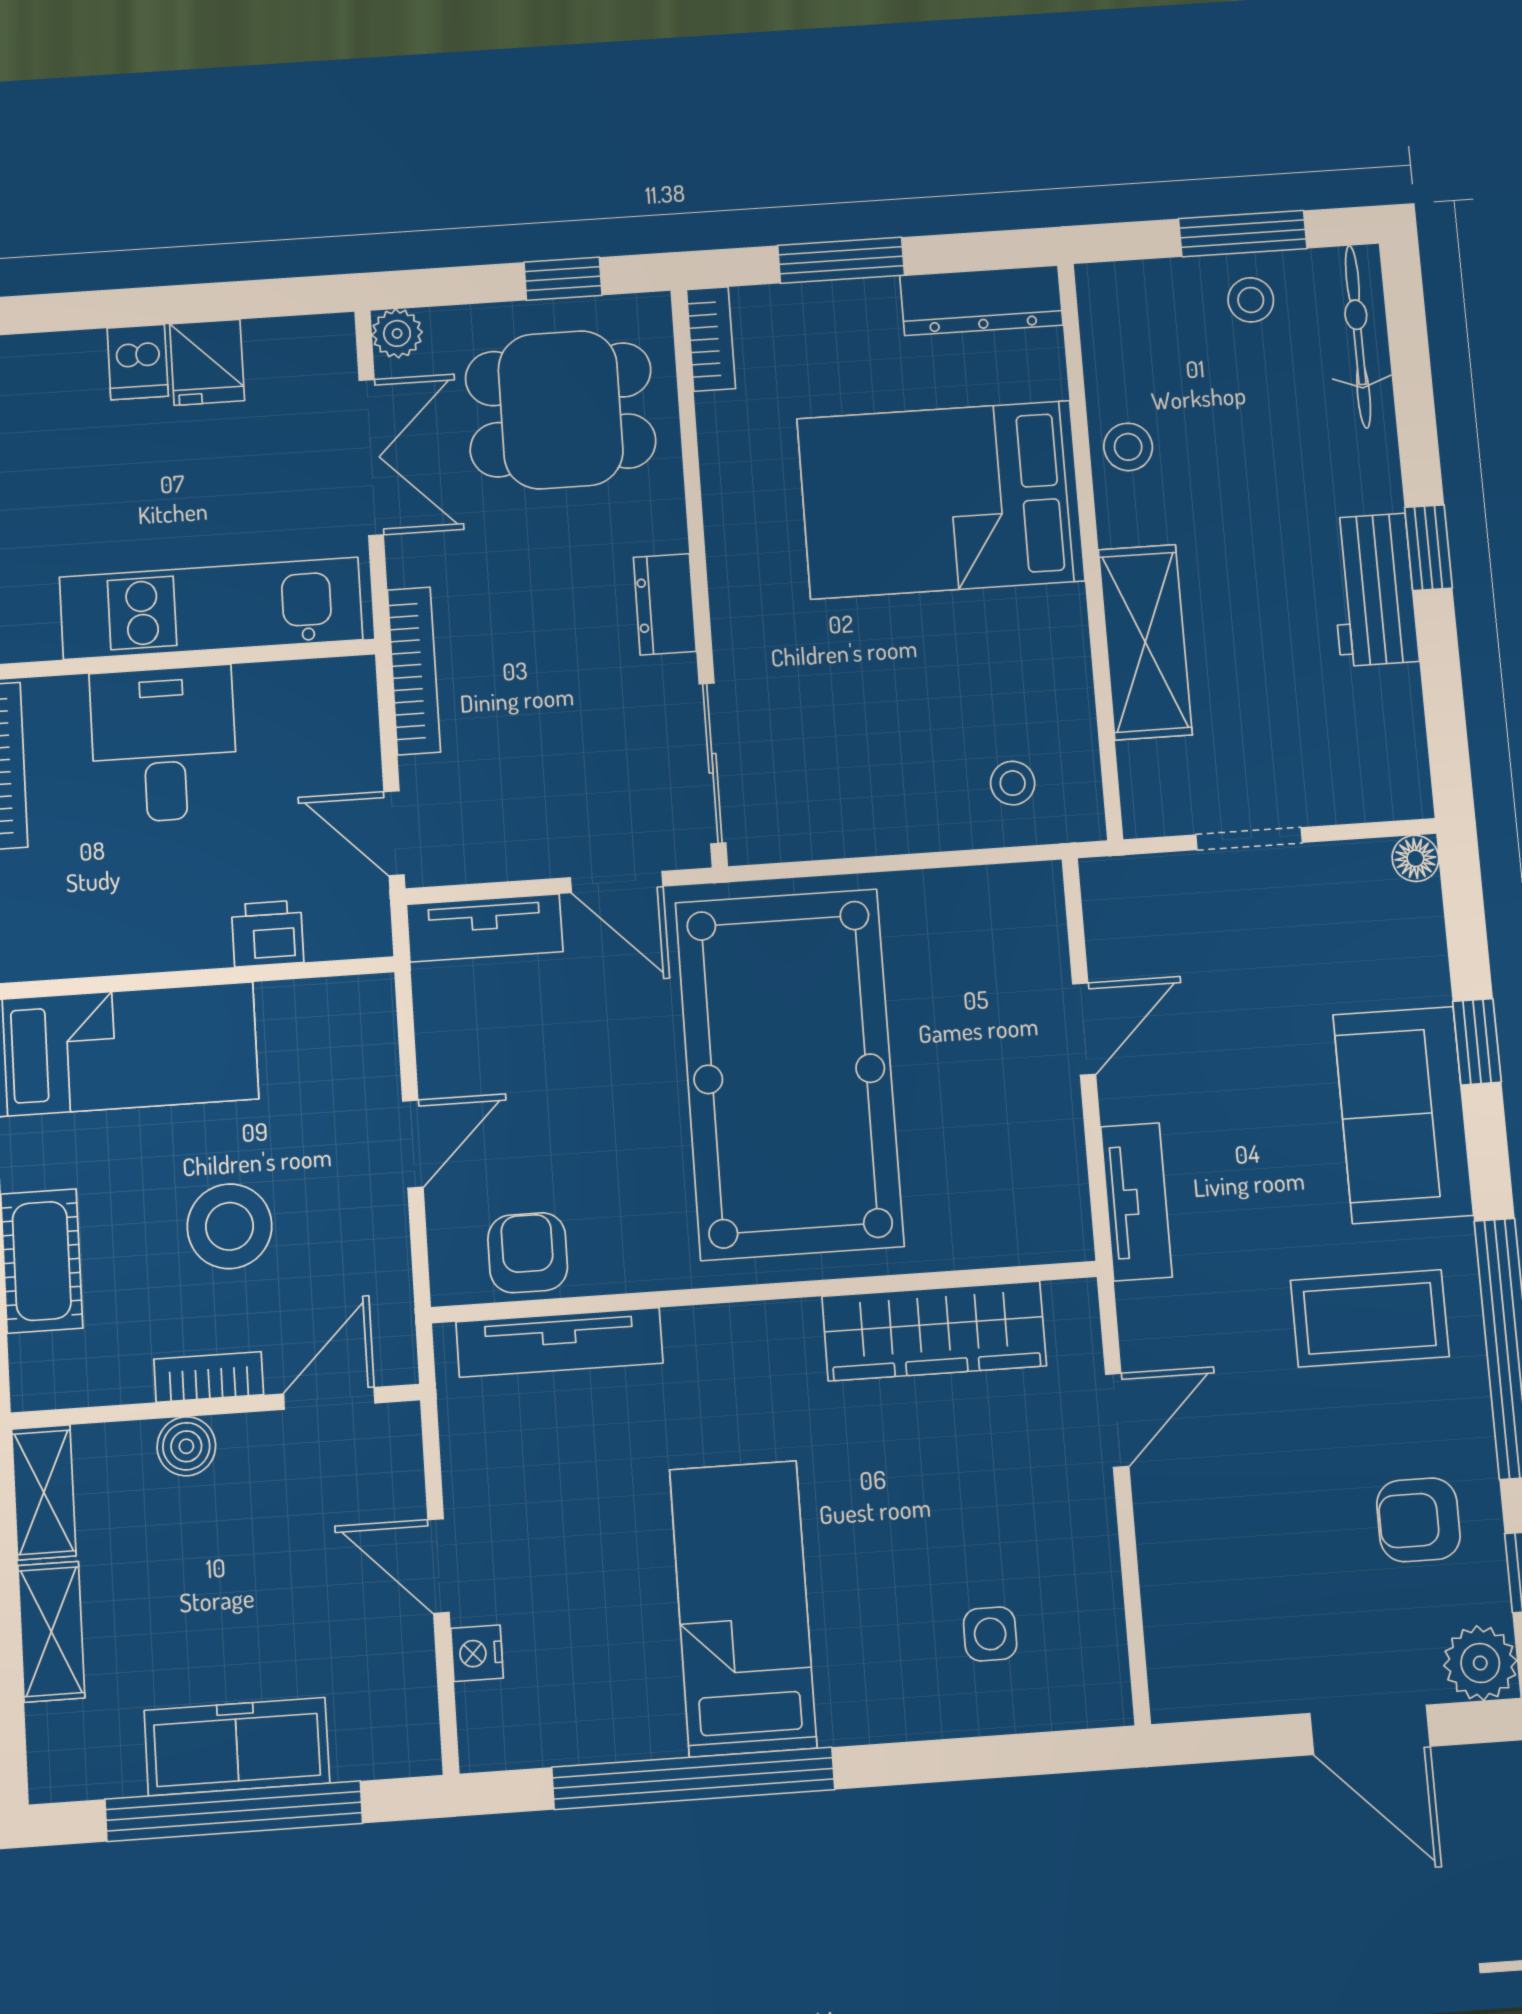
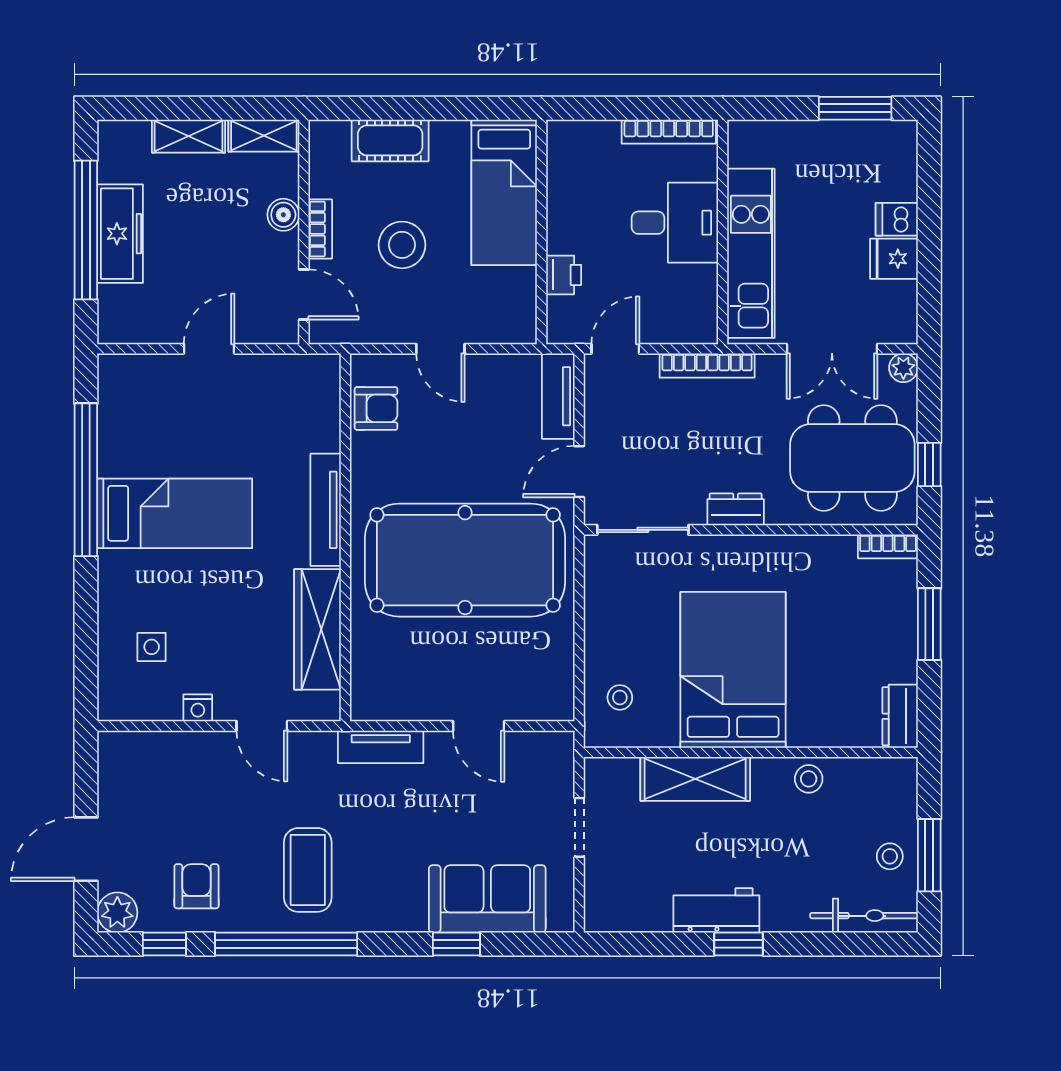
dresser: (981, 300) -> (900, 716), width x0.70
dining table: (561, 410) -> (852, 458), width x1.38
bed: (941, 500) -> (733, 670), moved
floor lamp: (1415, 858) -> (562, 920), removed
sofa: (1403, 1115) -> (487, 899), moved
tv unit: (559, 1342) -> (326, 510), moved
nightstand: (477, 1653) -> (198, 708), moved, turned 180

